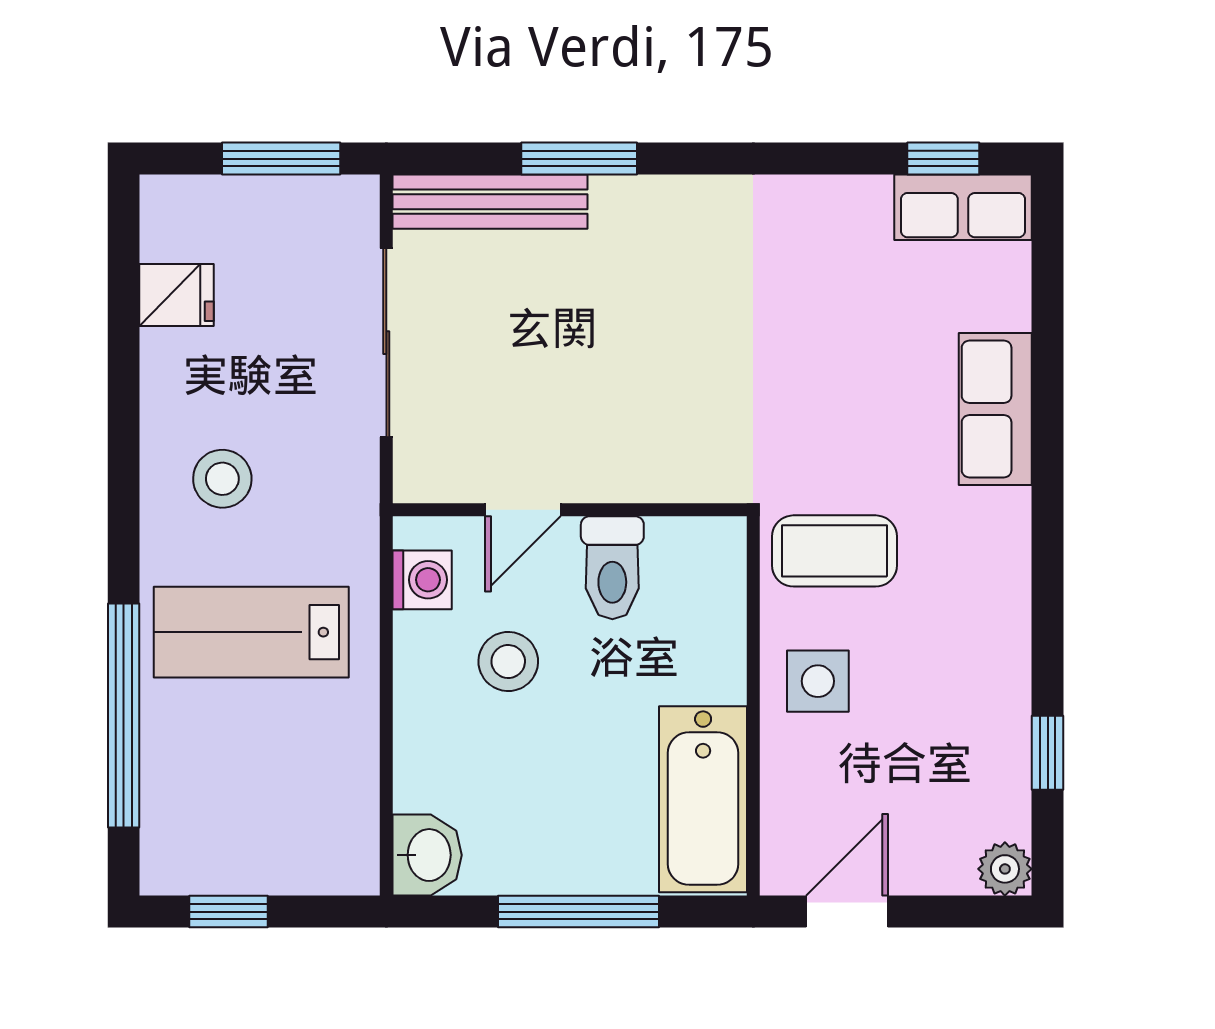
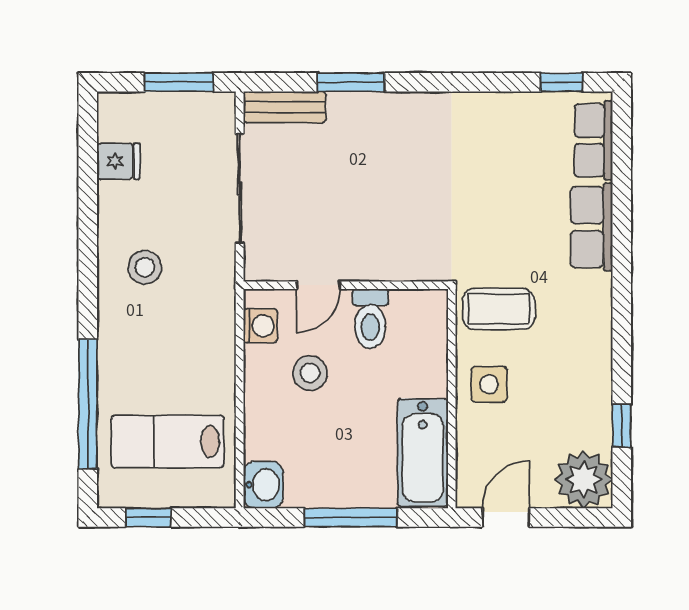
bench: (490, 202) -> (285, 107), width x0.73
row of seats: (963, 207) -> (594, 140), moved, turned 90
lab bench: (251, 632) -> (167, 441), moved
plant: (1005, 869) -> (584, 479), width x1.88, depth x1.88

